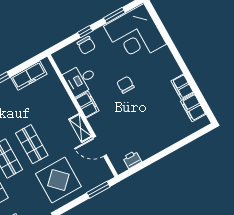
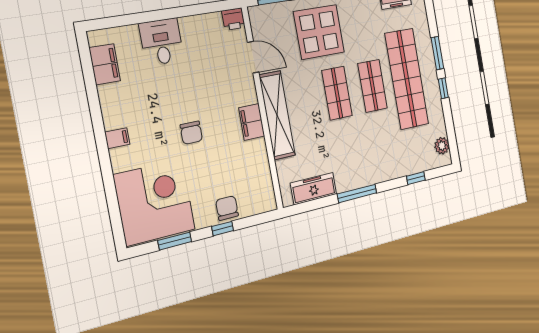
desk: (81, 79) -> (161, 42), moved, turned -90
filing cabinet: (182, 87) -> (117, 138), moved, width x0.50
shelving: (80, 128) -> (277, 115), width x2.20, depth x1.33
printer: (132, 160) -> (233, 19), moved

